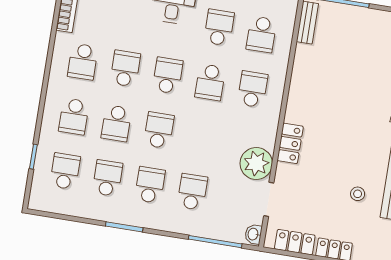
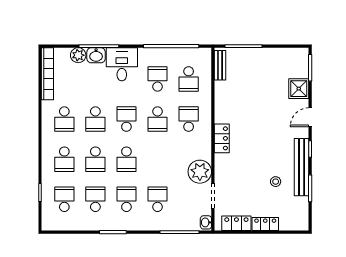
school desk: (125, 69) -> (95, 119), turned 180
school desk: (159, 130) -> (126, 159), turned 180
locker: (290, 143) -> (222, 138), moved

